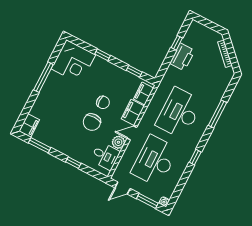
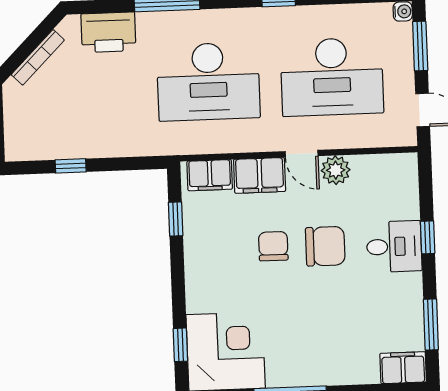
window: (103, 55) -> (180, 345), moved
printer: (182, 57) -> (108, 32), moved, turned 180
desk: (105, 156) -> (394, 247), moved, turned 90

